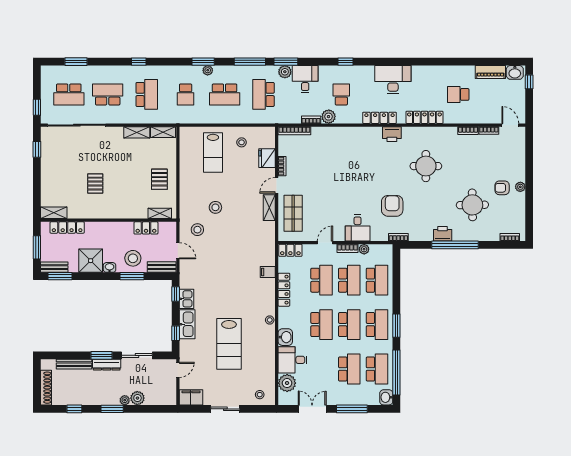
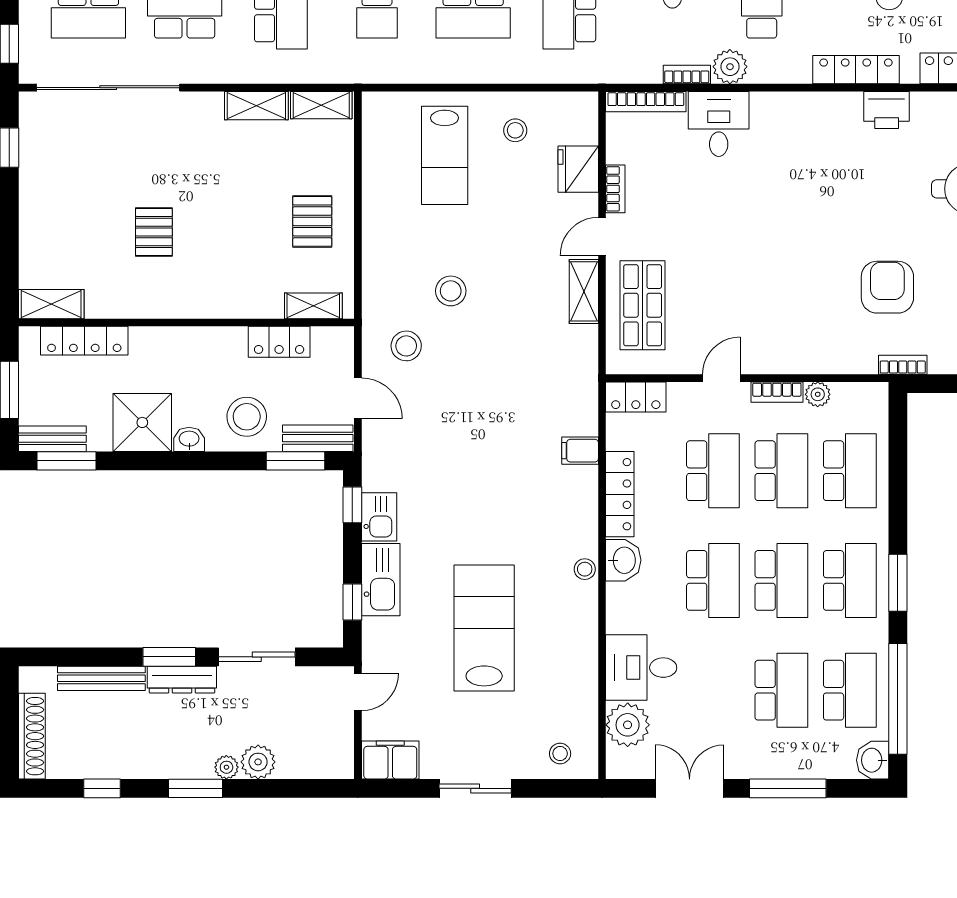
desk: (358, 228) -> (719, 124), moved, turned 180
window: (132, 276) -> (295, 461), moved
washbasin: (285, 337) -> (623, 560), moved
lab bench: (229, 344) -> (484, 628), turned 180

